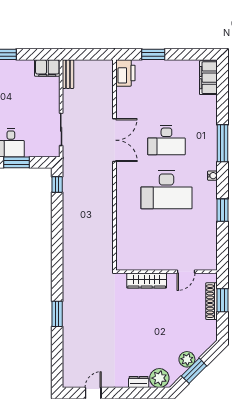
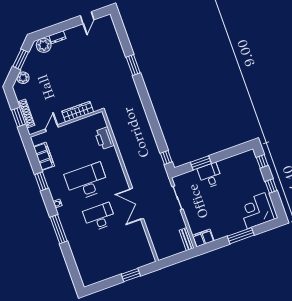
printer: (125, 73) -> (104, 138), moved
filing cabinet: (208, 78) -> (44, 156), moved
plant: (187, 359) -> (23, 78), moved

